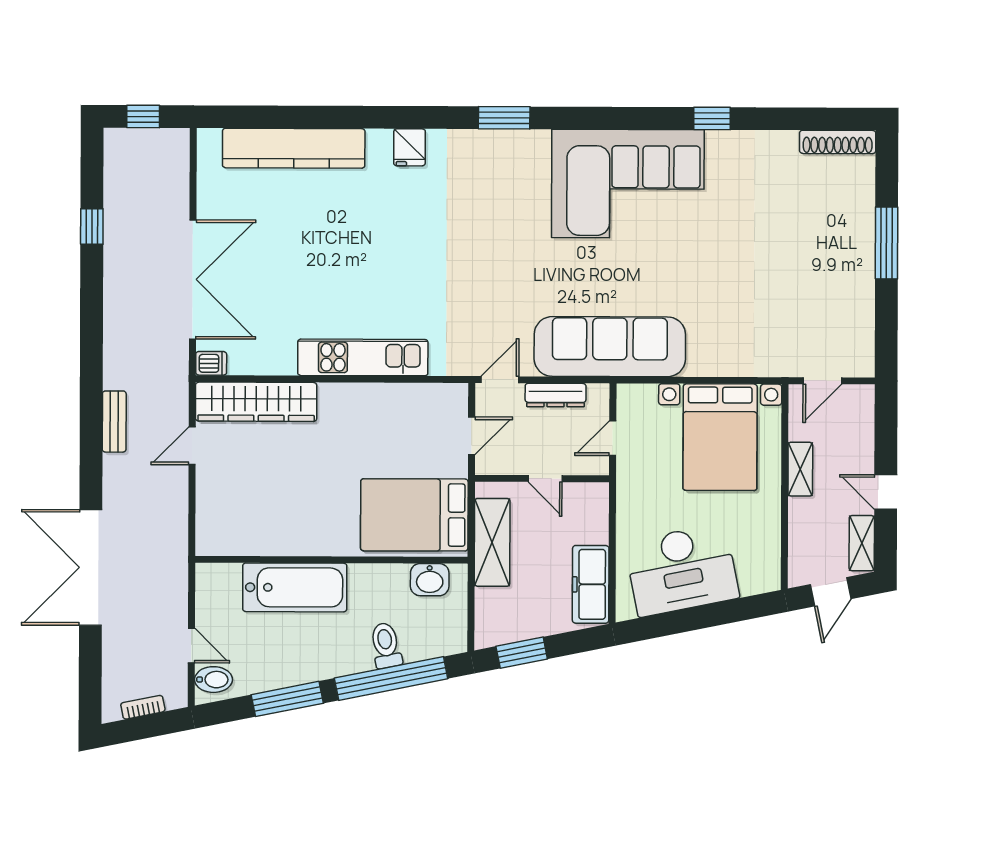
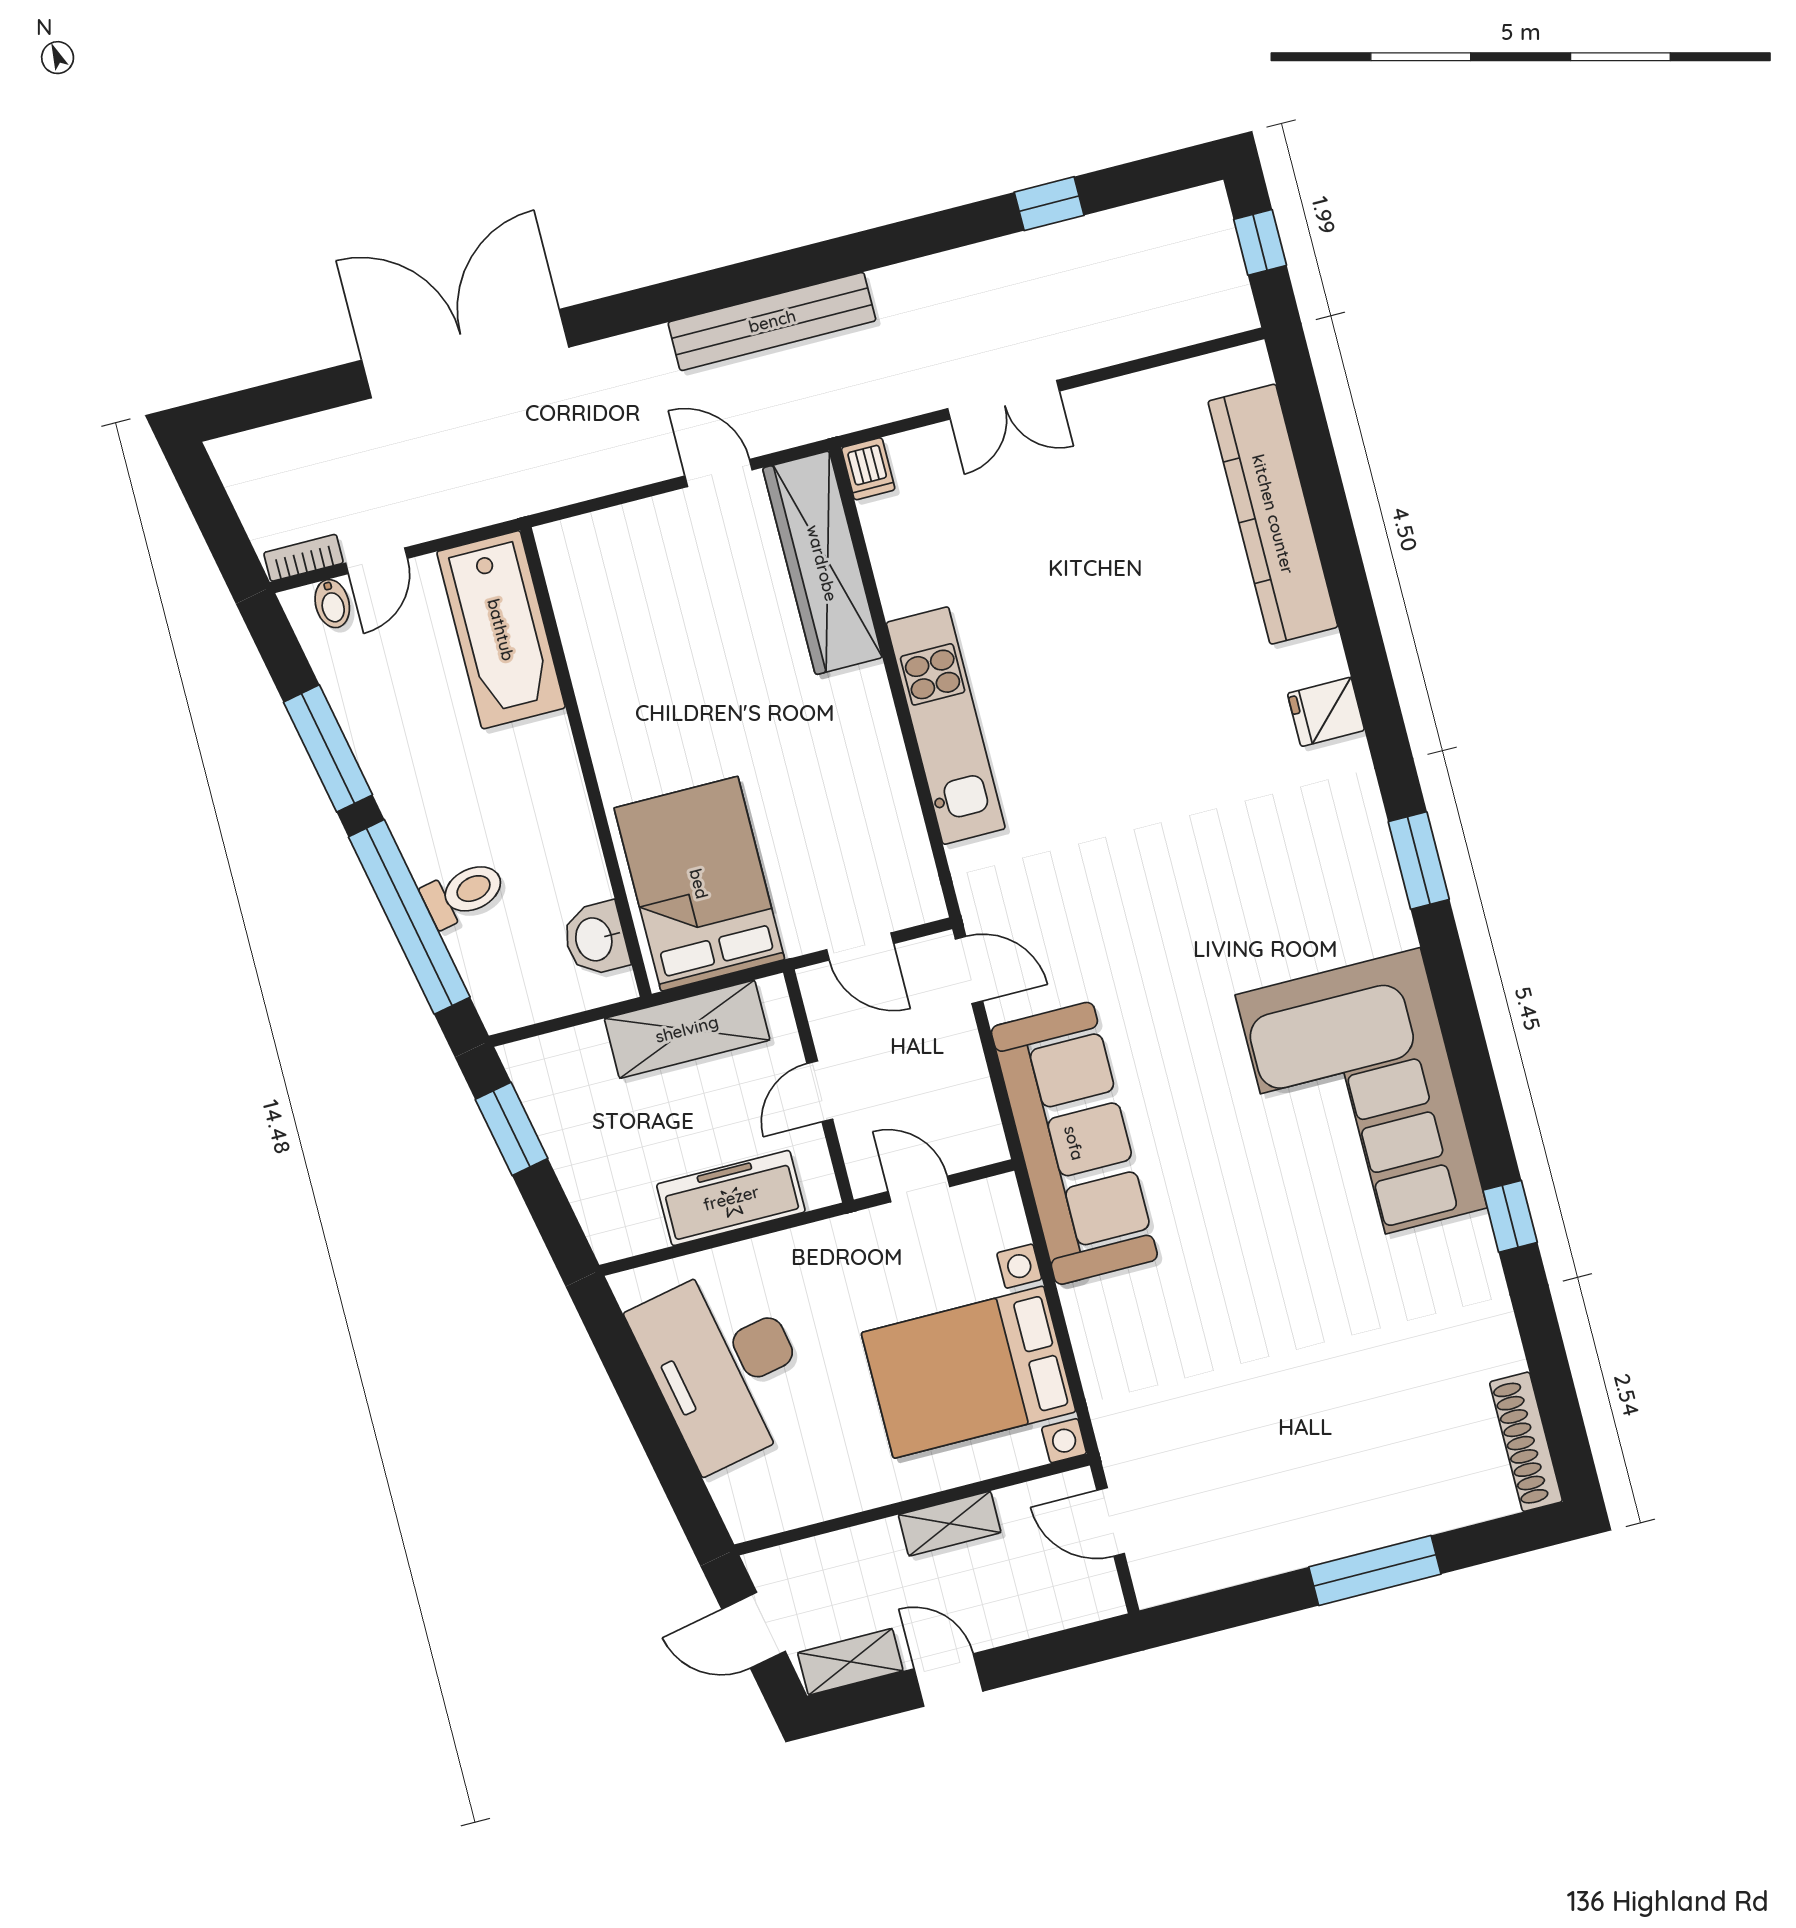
double door: (193, 279) -> (1003, 400), width x0.54
dresser: (556, 395) -> (967, 1072), removed
bench: (114, 422) -> (772, 321), width x1.86, depth x1.21
door: (886, 492) -> (948, 1680), hinge flipped
freezer: (591, 584) -> (731, 1198), moved
bathtub: (295, 587) -> (501, 630), moved
bidet: (213, 680) -> (332, 604), width x0.72, depth x0.74
bookcase: (143, 707) -> (304, 558), moved, turned -79

